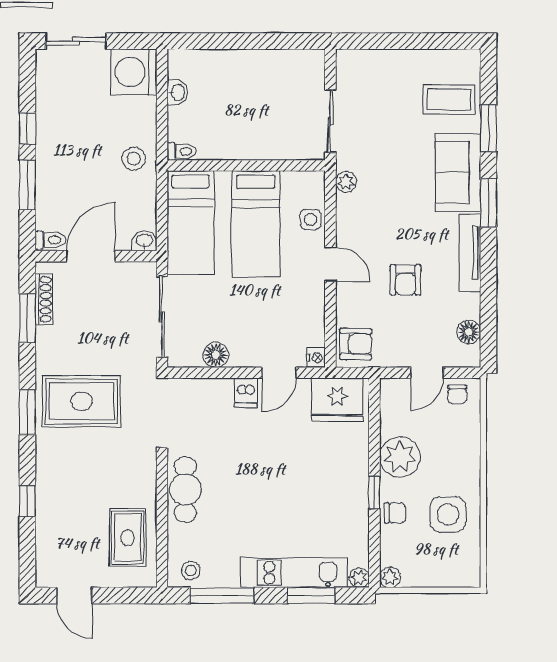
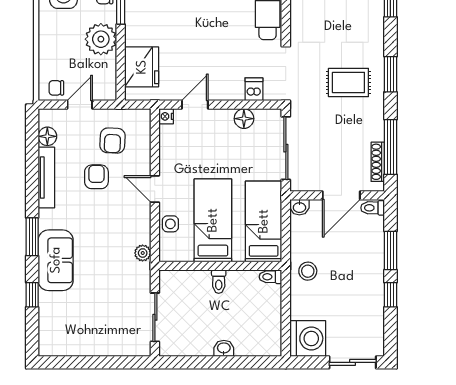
washbasin: (177, 92) -> (224, 348), moved, turned 90
coffee table: (449, 100) -> (63, 317), removed
sliding door: (330, 121) -> (155, 317), moved
window: (488, 128) -> (32, 295), width x0.67
toilet: (248, 145) -> (219, 282), added
tv unit: (470, 253) -> (46, 178), moved
window: (27, 318) -> (390, 147), width x1.44
armchair: (356, 344) -> (113, 141), moved, turned -88
dishwasher: (246, 393) -> (254, 89), moved
chair: (457, 394) -> (56, 88), turned -90
fridge: (337, 400) -> (142, 67), moved, turned 90
rug: (81, 401) -> (348, 82), width x0.73, depth x0.70

